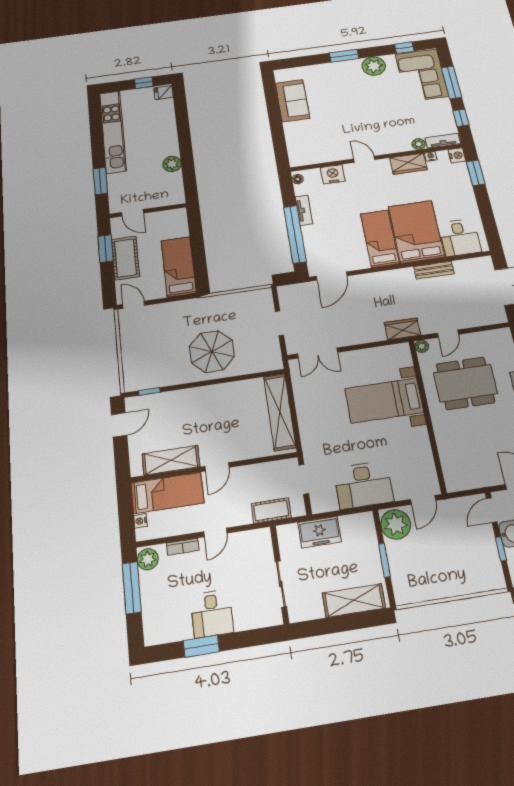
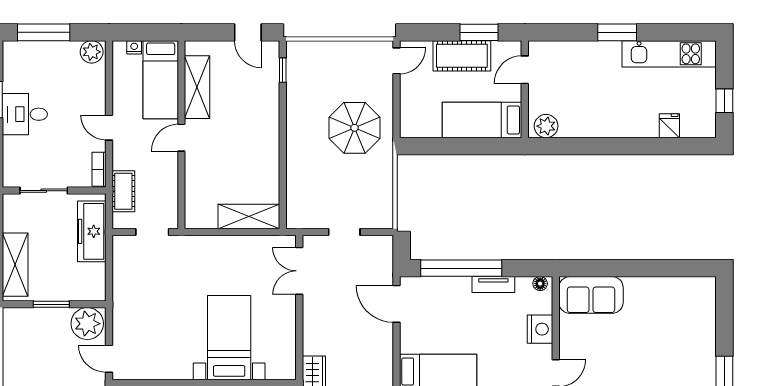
fridge: (164, 93) -> (669, 126), moved
sofa: (292, 101) -> (591, 295), moved
kitchen unit: (113, 132) -> (669, 54), width x0.73
plant: (172, 164) -> (546, 126), moved
window: (100, 181) -> (617, 32), moved
bed: (179, 267) -> (482, 120), moved, turned 180
parasol: (212, 352) -> (354, 128), moved
shelving: (280, 412) -> (249, 217), width x0.68
door: (217, 467) -> (181, 138), hinge flipped
desk: (363, 485) -> (136, 297), removed
freezer: (319, 532) -> (92, 231), width x1.40
bookcase: (183, 547) -> (99, 169), moved
window: (132, 588) -> (44, 32), moved

